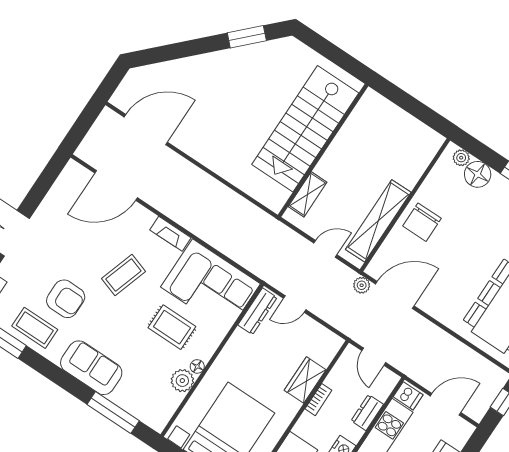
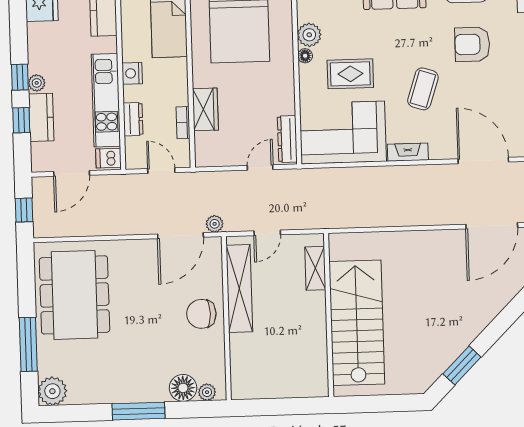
door: (116, 185) -> (483, 160), hinge flipped
chair: (422, 222) -> (201, 314), turned -90
armchair: (66, 299) -> (472, 44), moved
bookcase: (318, 400) -> (183, 123), moved

